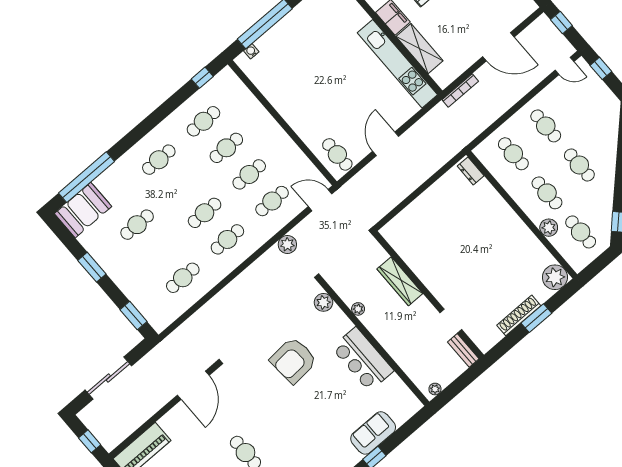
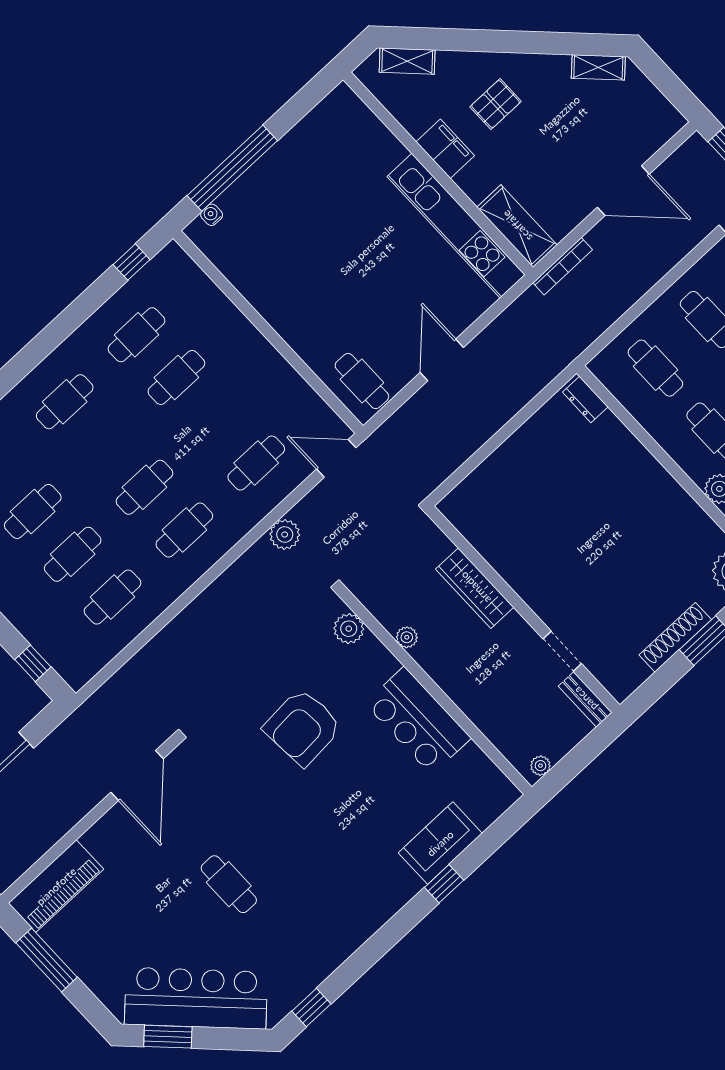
shelving: (419, 49) -> (517, 226), moved
cafe table: (249, 174) -> (73, 554), moved
window: (133, 316) -> (33, 663), width x0.67

